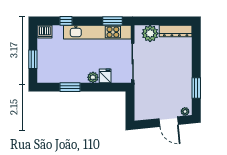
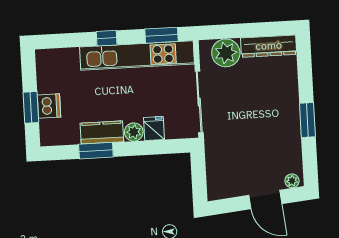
window: (66, 21) -> (107, 38), moved
dishwasher: (45, 32) -> (49, 106), moved, turned -90
kitchen counter: (74, 77) -> (102, 132), added
window: (196, 88) -> (307, 120), moved

